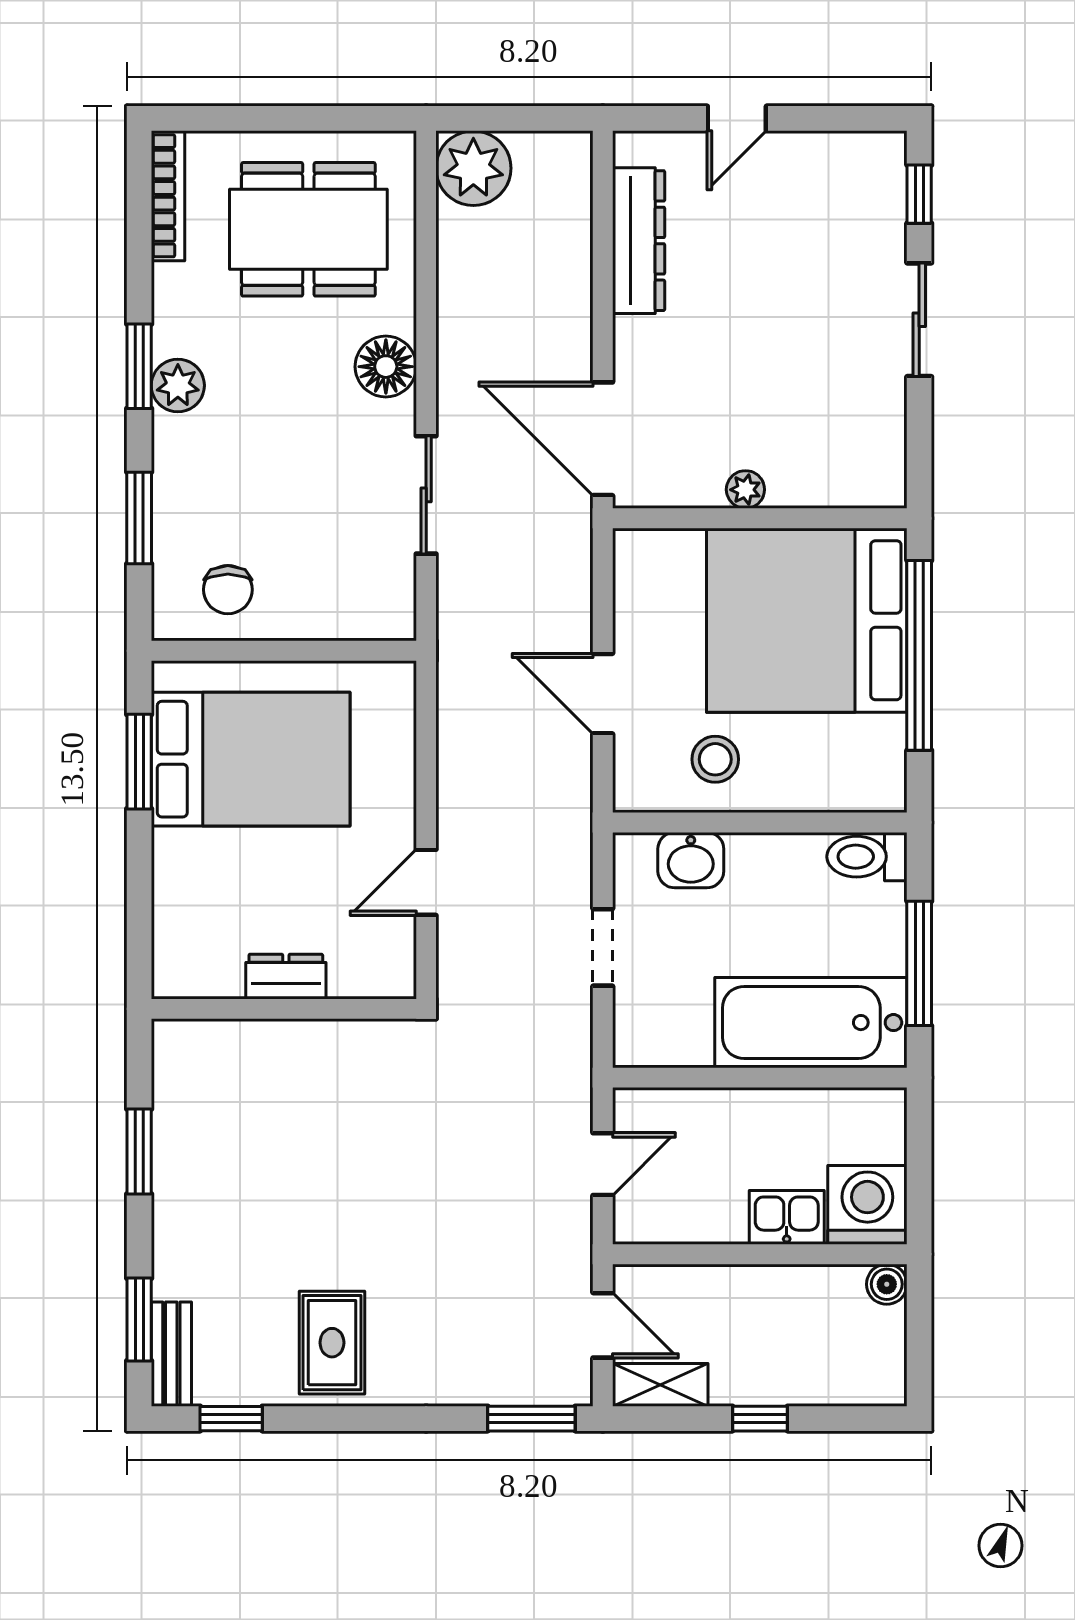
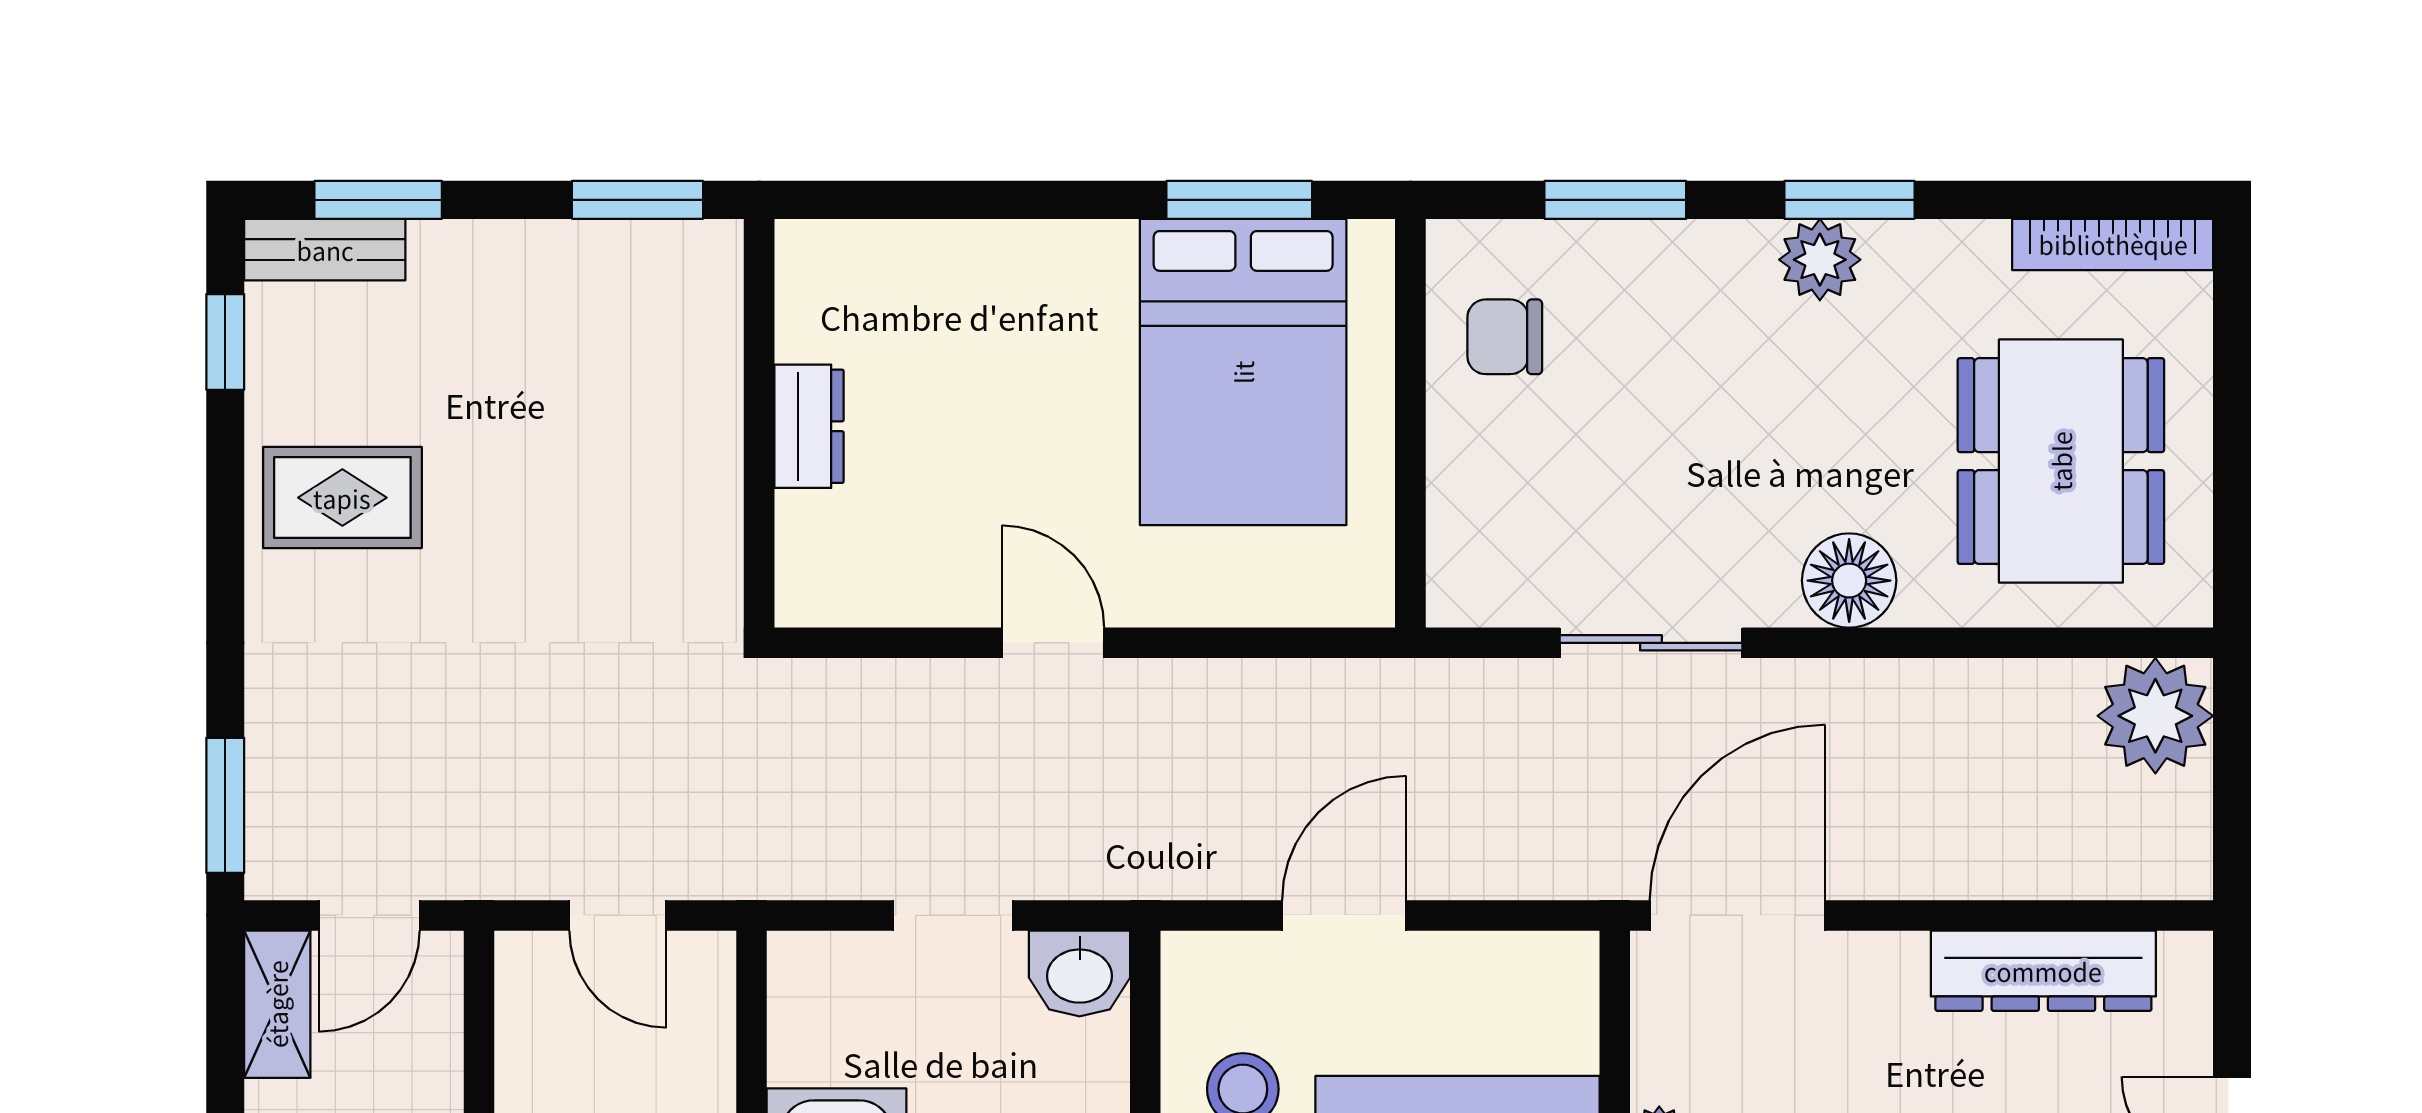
washbasin: (691, 860) -> (1080, 973), moved, turned -90
dresser: (286, 977) -> (809, 426), moved
wall: (284, 1009) -> (759, 423), moved

